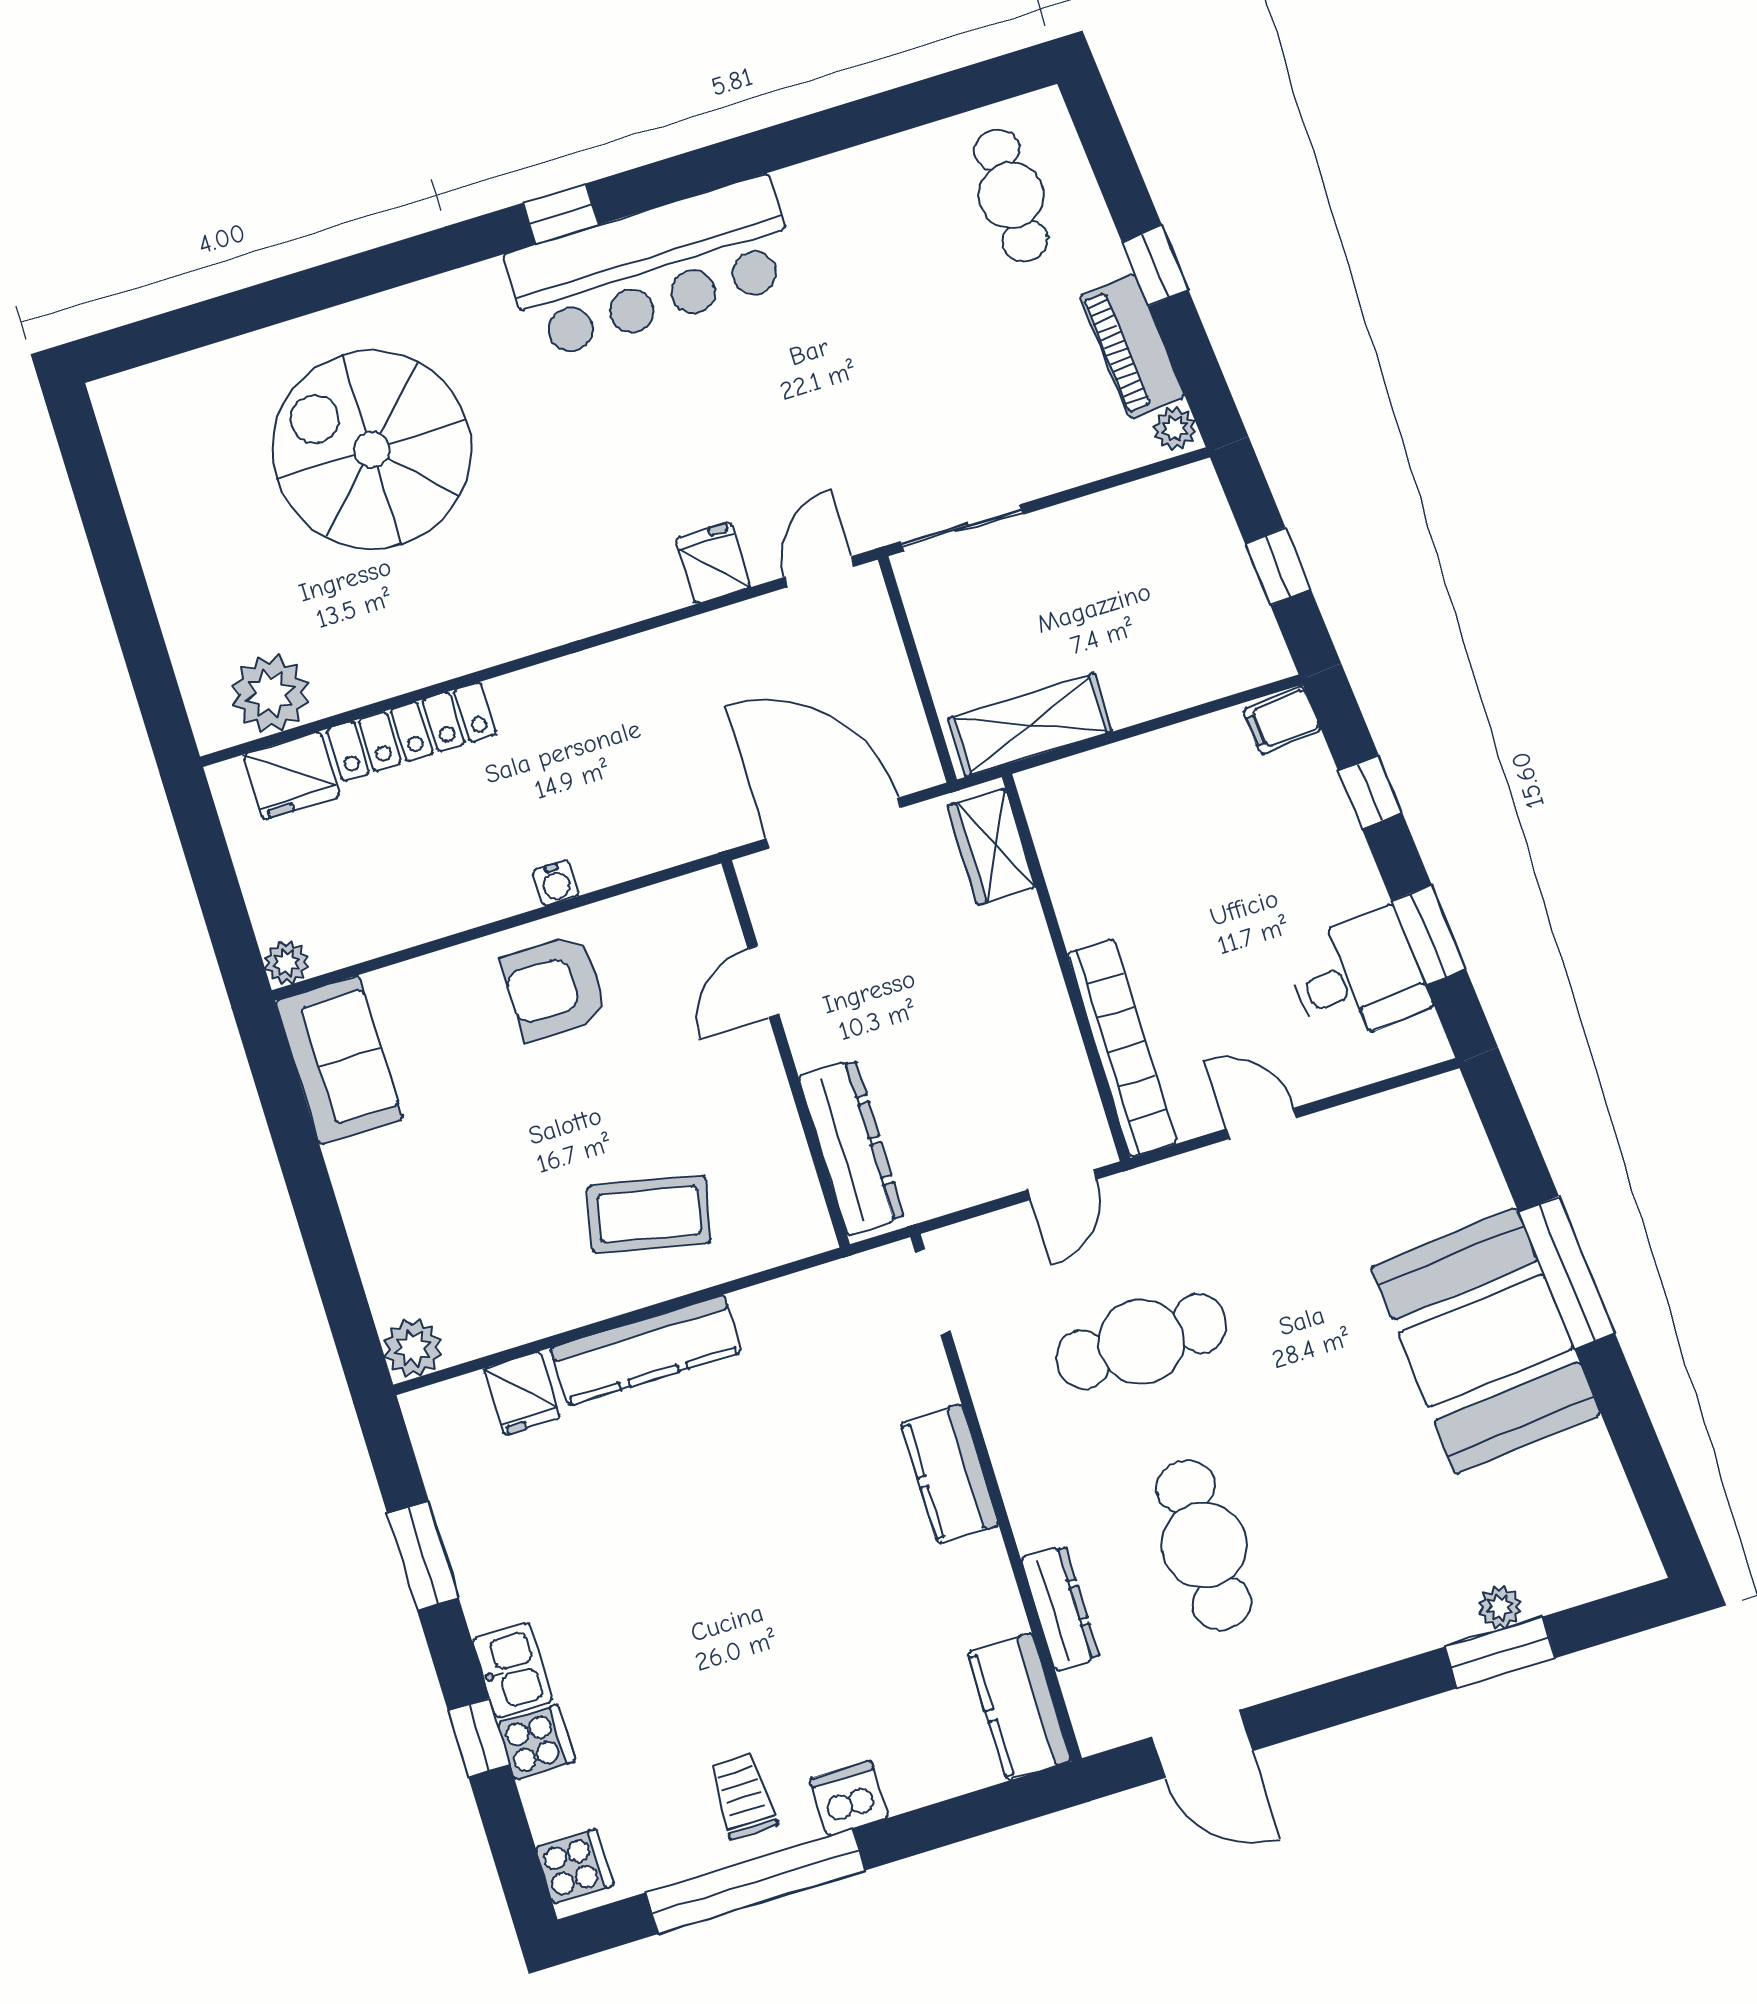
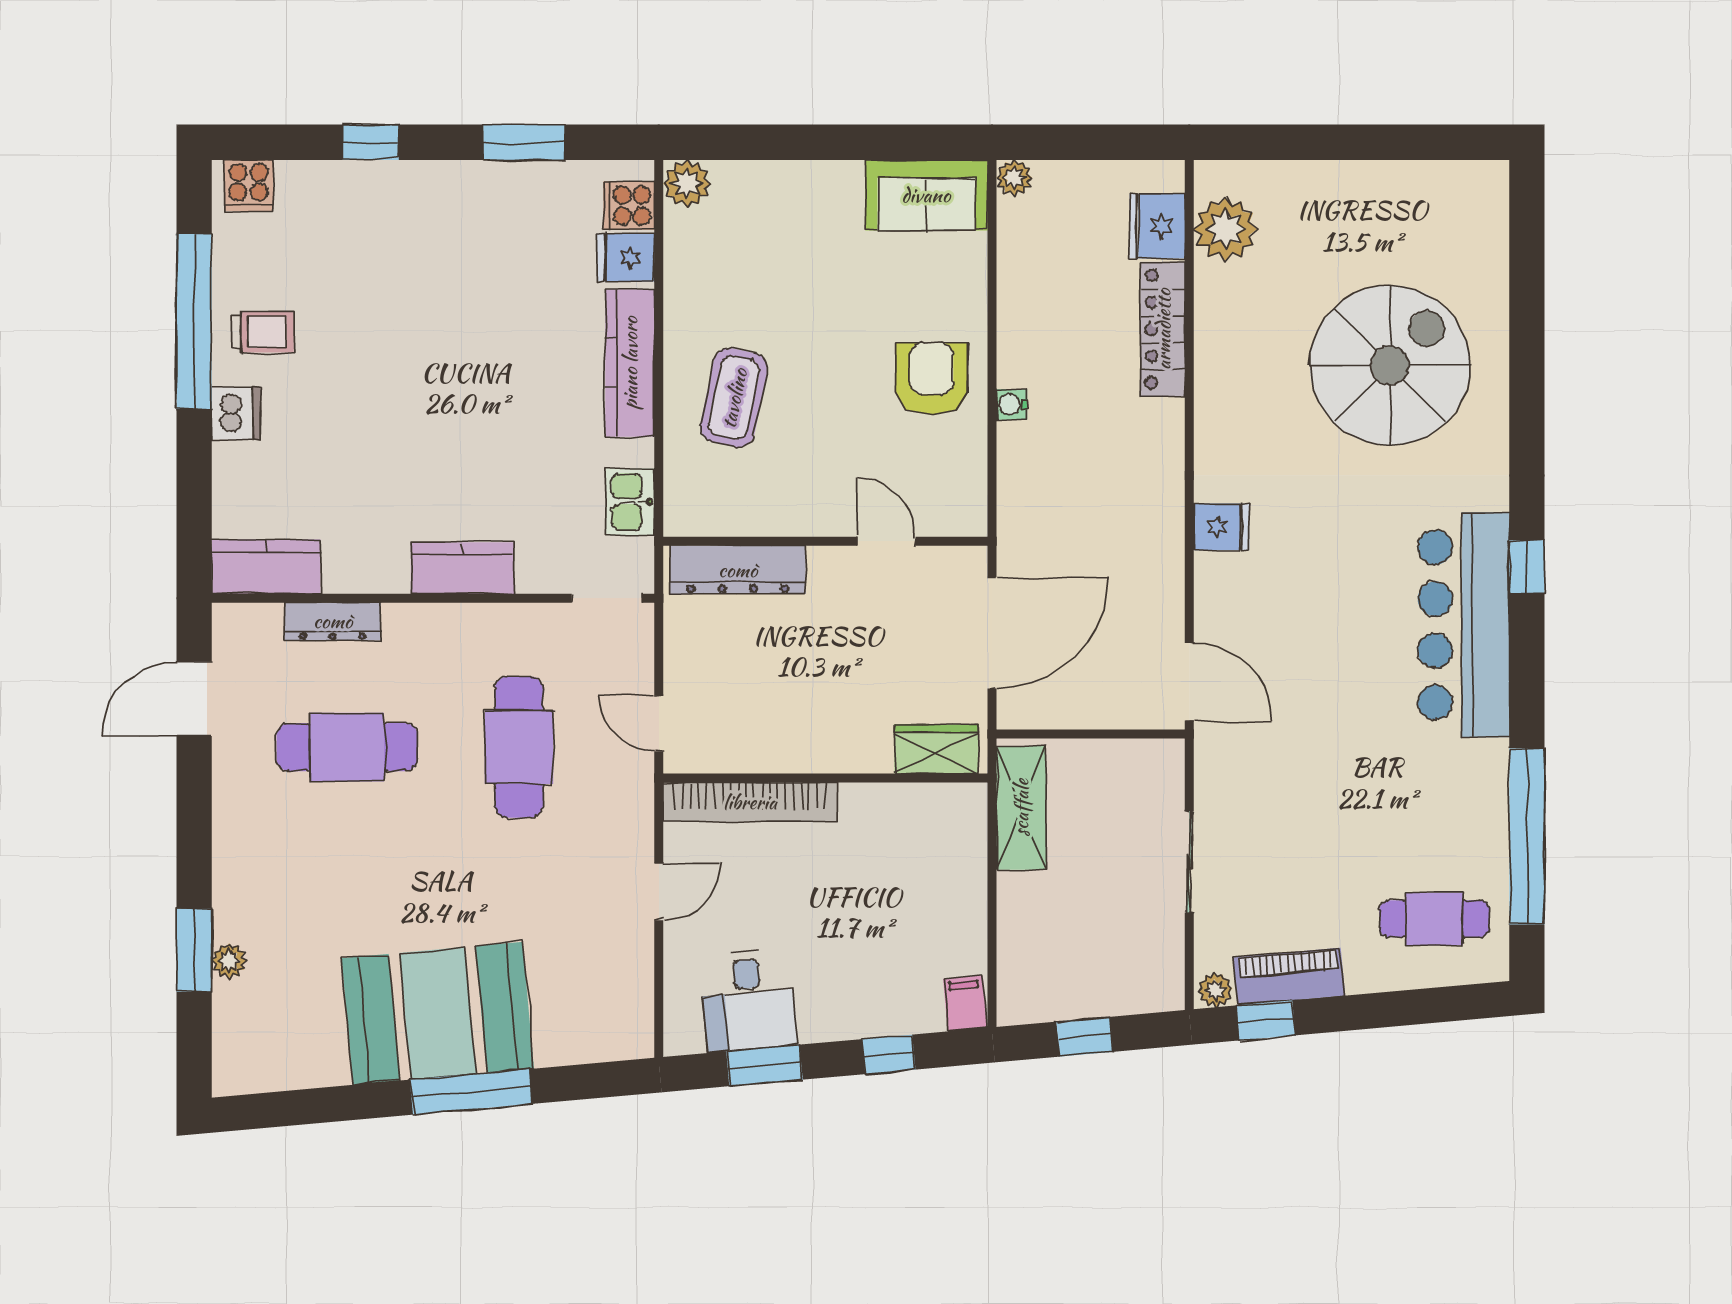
window: (880, 116) -> (1527, 836), added
window: (1155, 266) -> (1266, 1020), moved
sliding door: (962, 528) -> (1189, 862), moved
fridge: (713, 563) -> (1222, 527), moved
door: (820, 572) -> (1189, 682), width x1.38
kitchen sink: (512, 1670) -> (630, 502), moved, turned 90
cooker: (536, 1742) -> (629, 206), moved, turned 90

